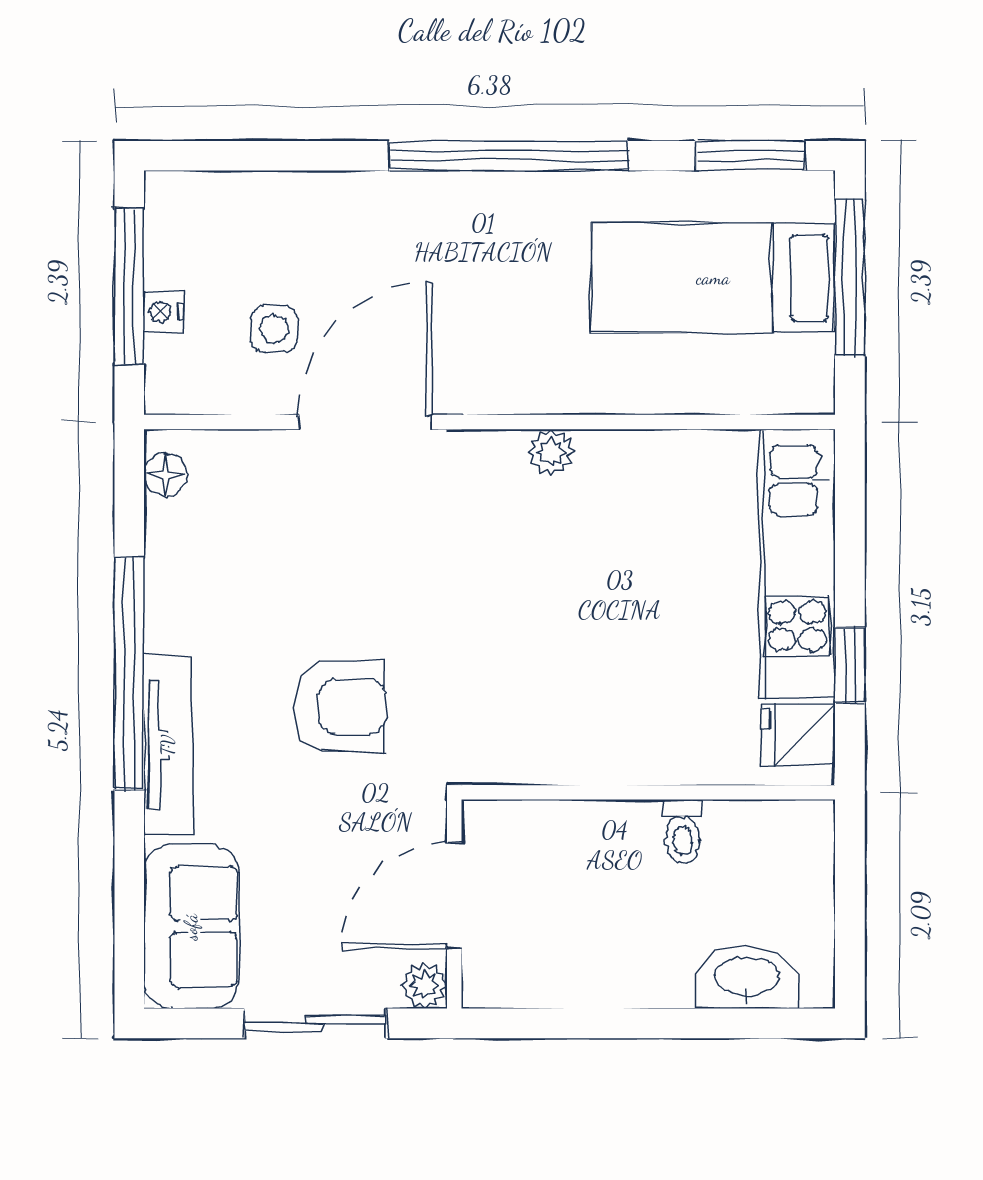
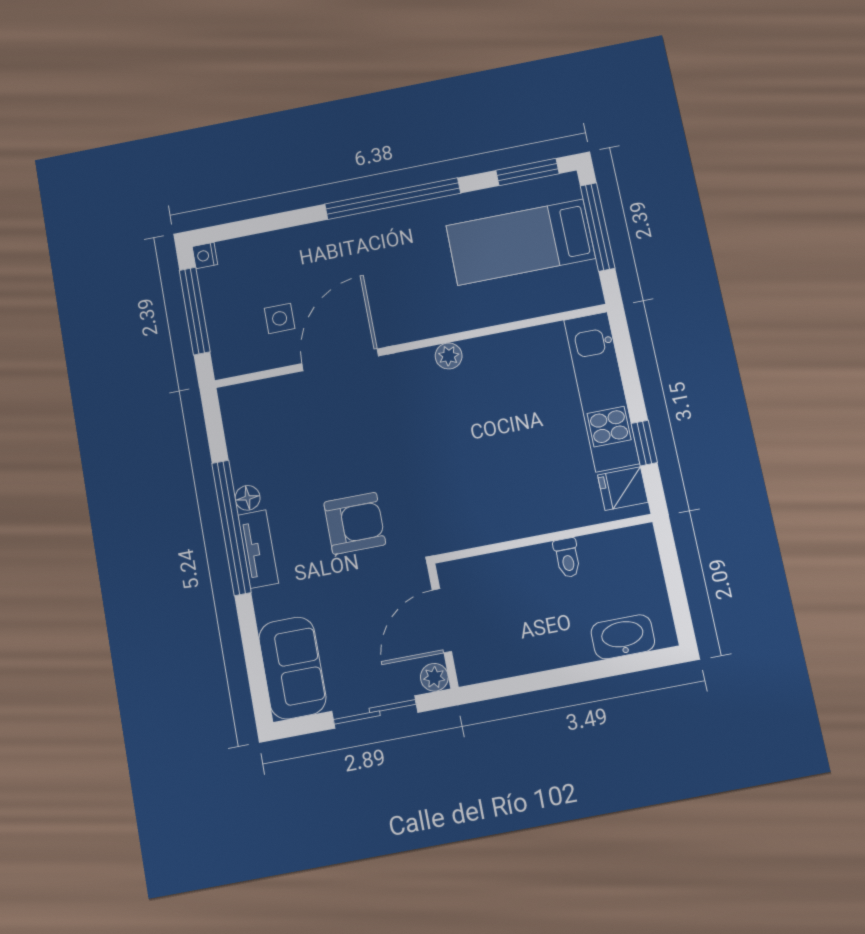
nightstand: (164, 312) -> (205, 256), moved
floor lamp: (165, 475) -> (248, 498), moved
tv unit: (168, 745) -> (258, 549), width x0.71

